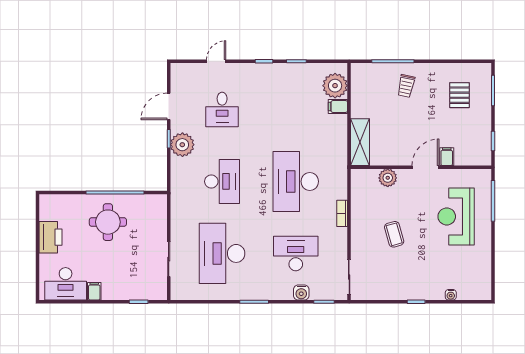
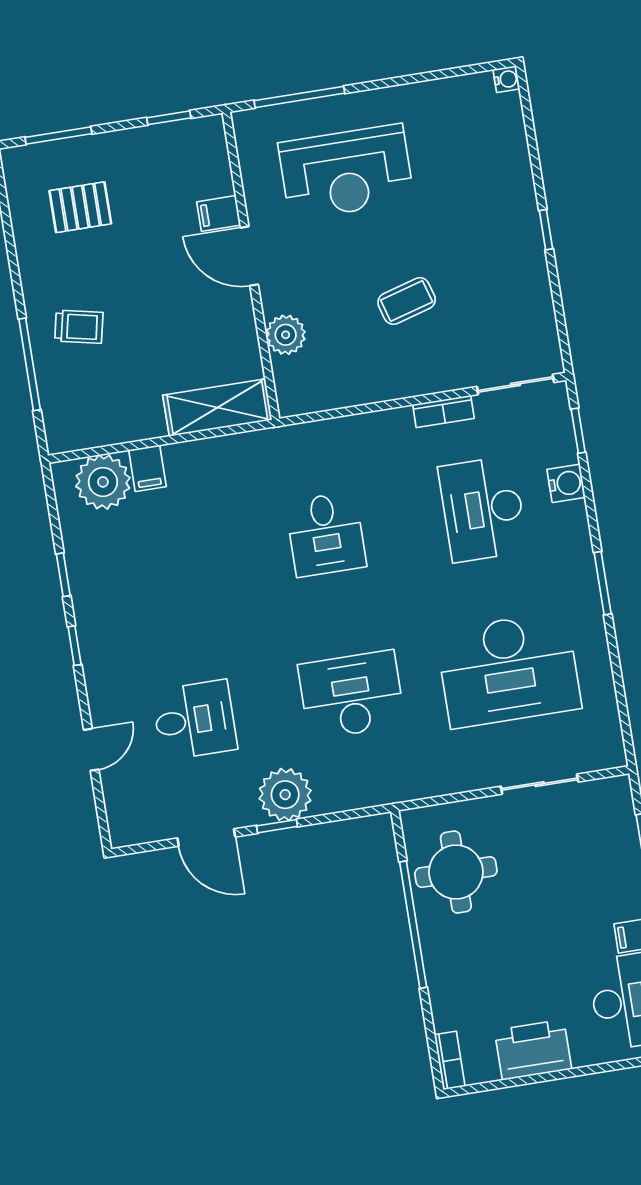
door: (216, 61) -> (91, 750), swing flipped
desk: (296, 181) -> (326, 534), width x0.53, depth x0.77
bookcase: (52, 199) -> (450, 1060), added
bookcase: (342, 213) -> (443, 411), moved
round table: (108, 222) -> (456, 872), moved
water cooler: (451, 295) -> (506, 79), moved

